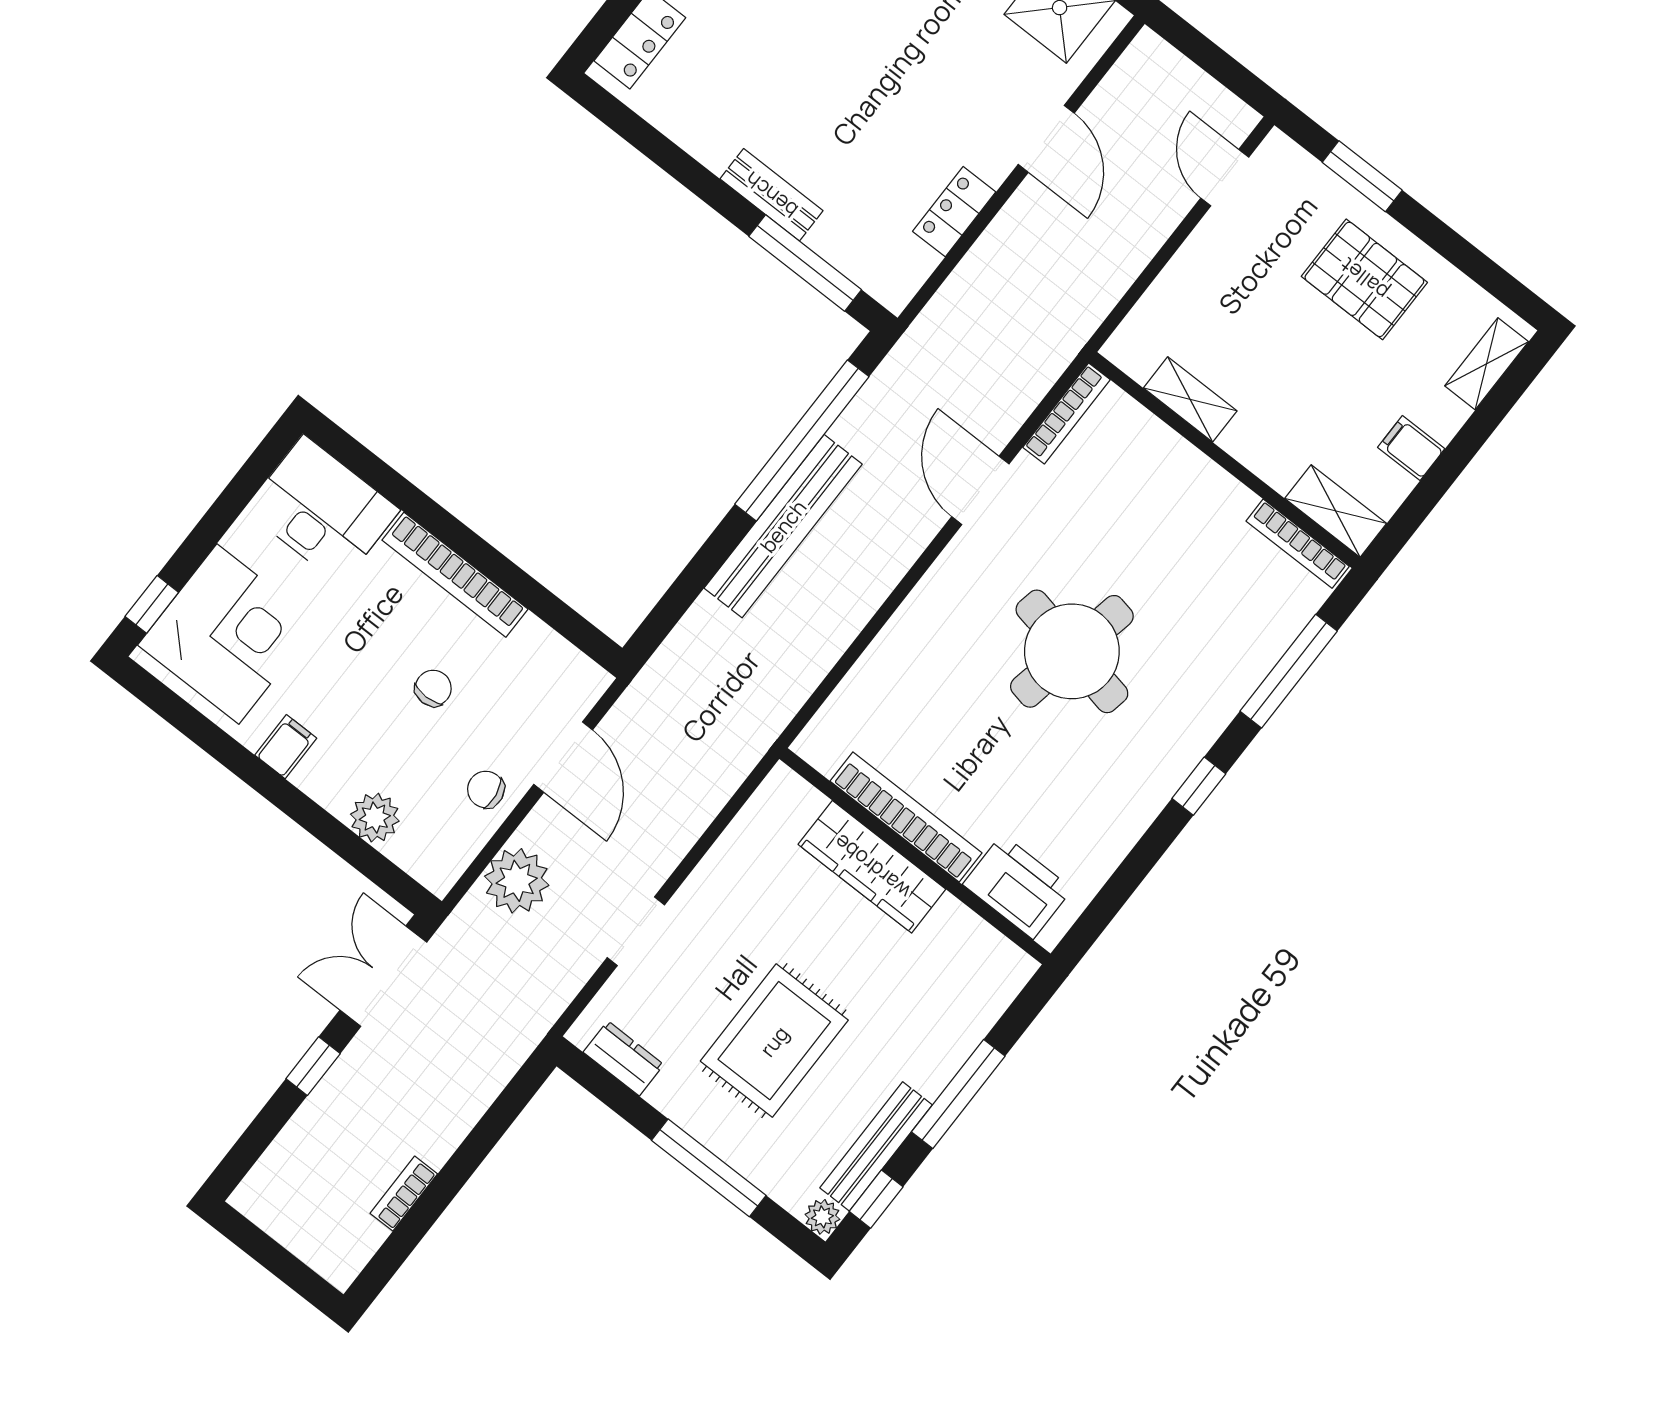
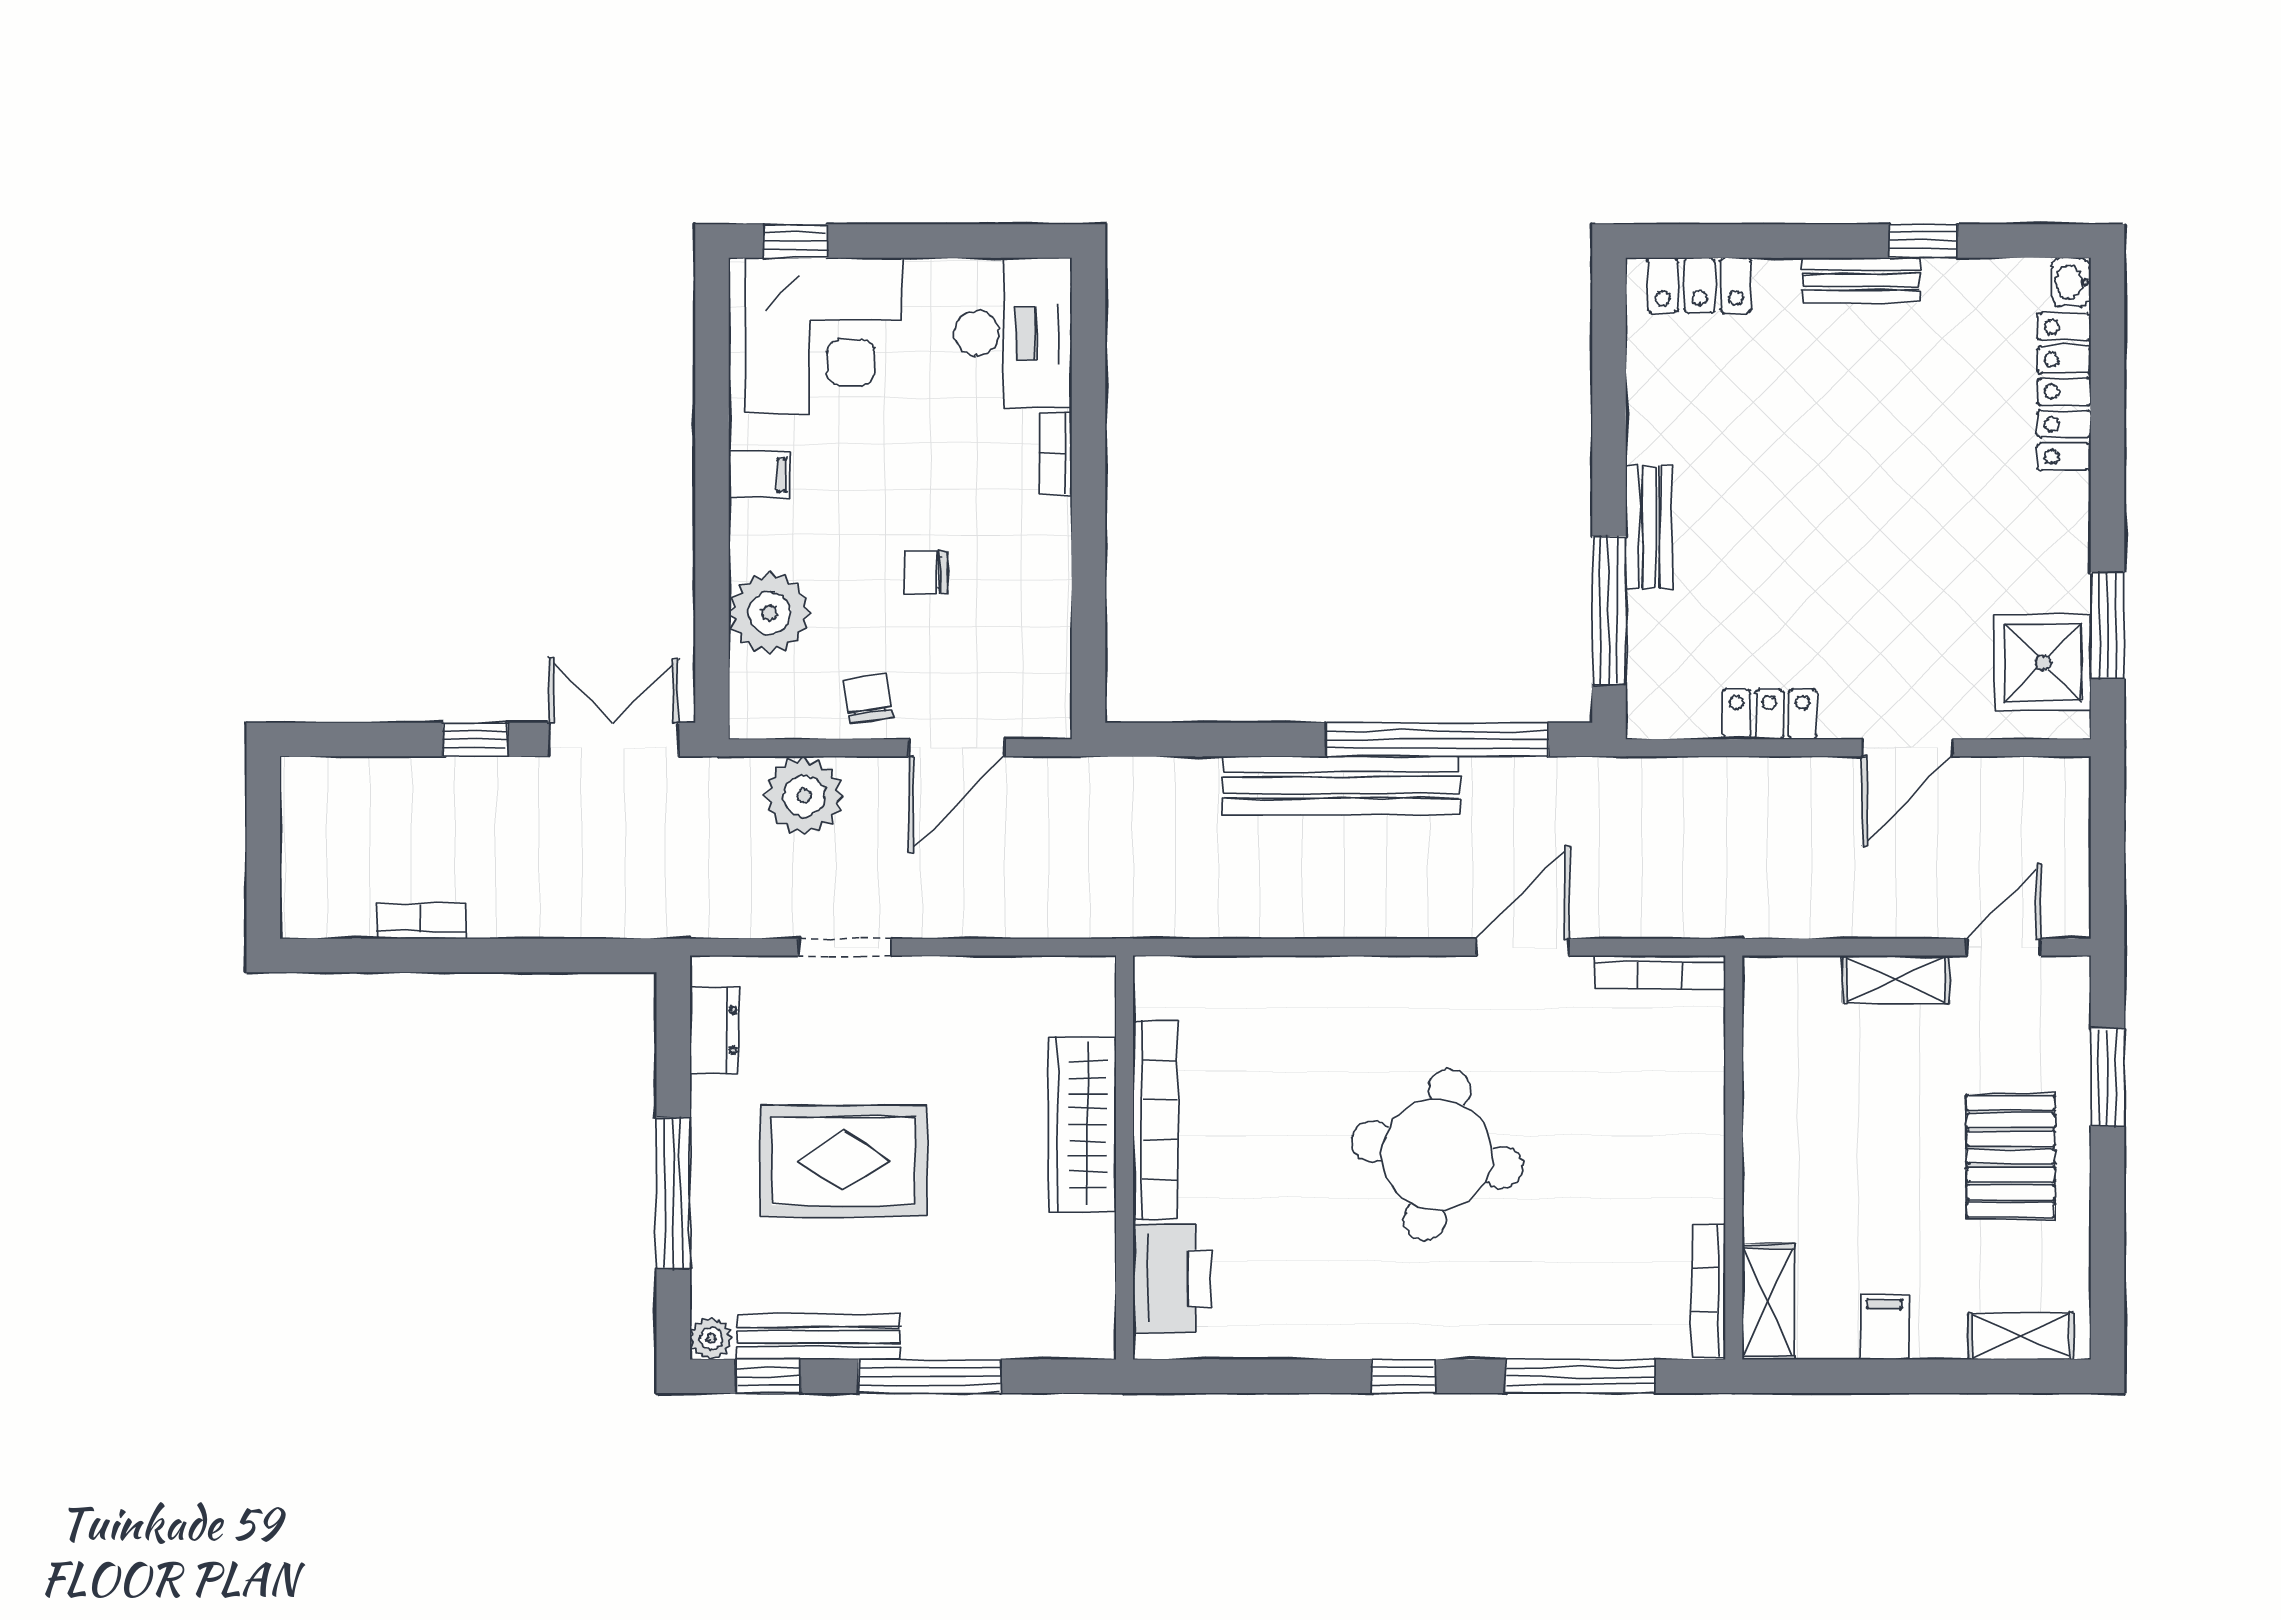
shelving: (1190, 399) -> (1896, 979), moved, turned 90
bookcase: (455, 575) -> (1055, 454), width x0.43, depth x0.76
chair: (433, 688) -> (926, 572), turned 180
plant: (375, 818) -> (769, 613), width x1.36, depth x1.36

